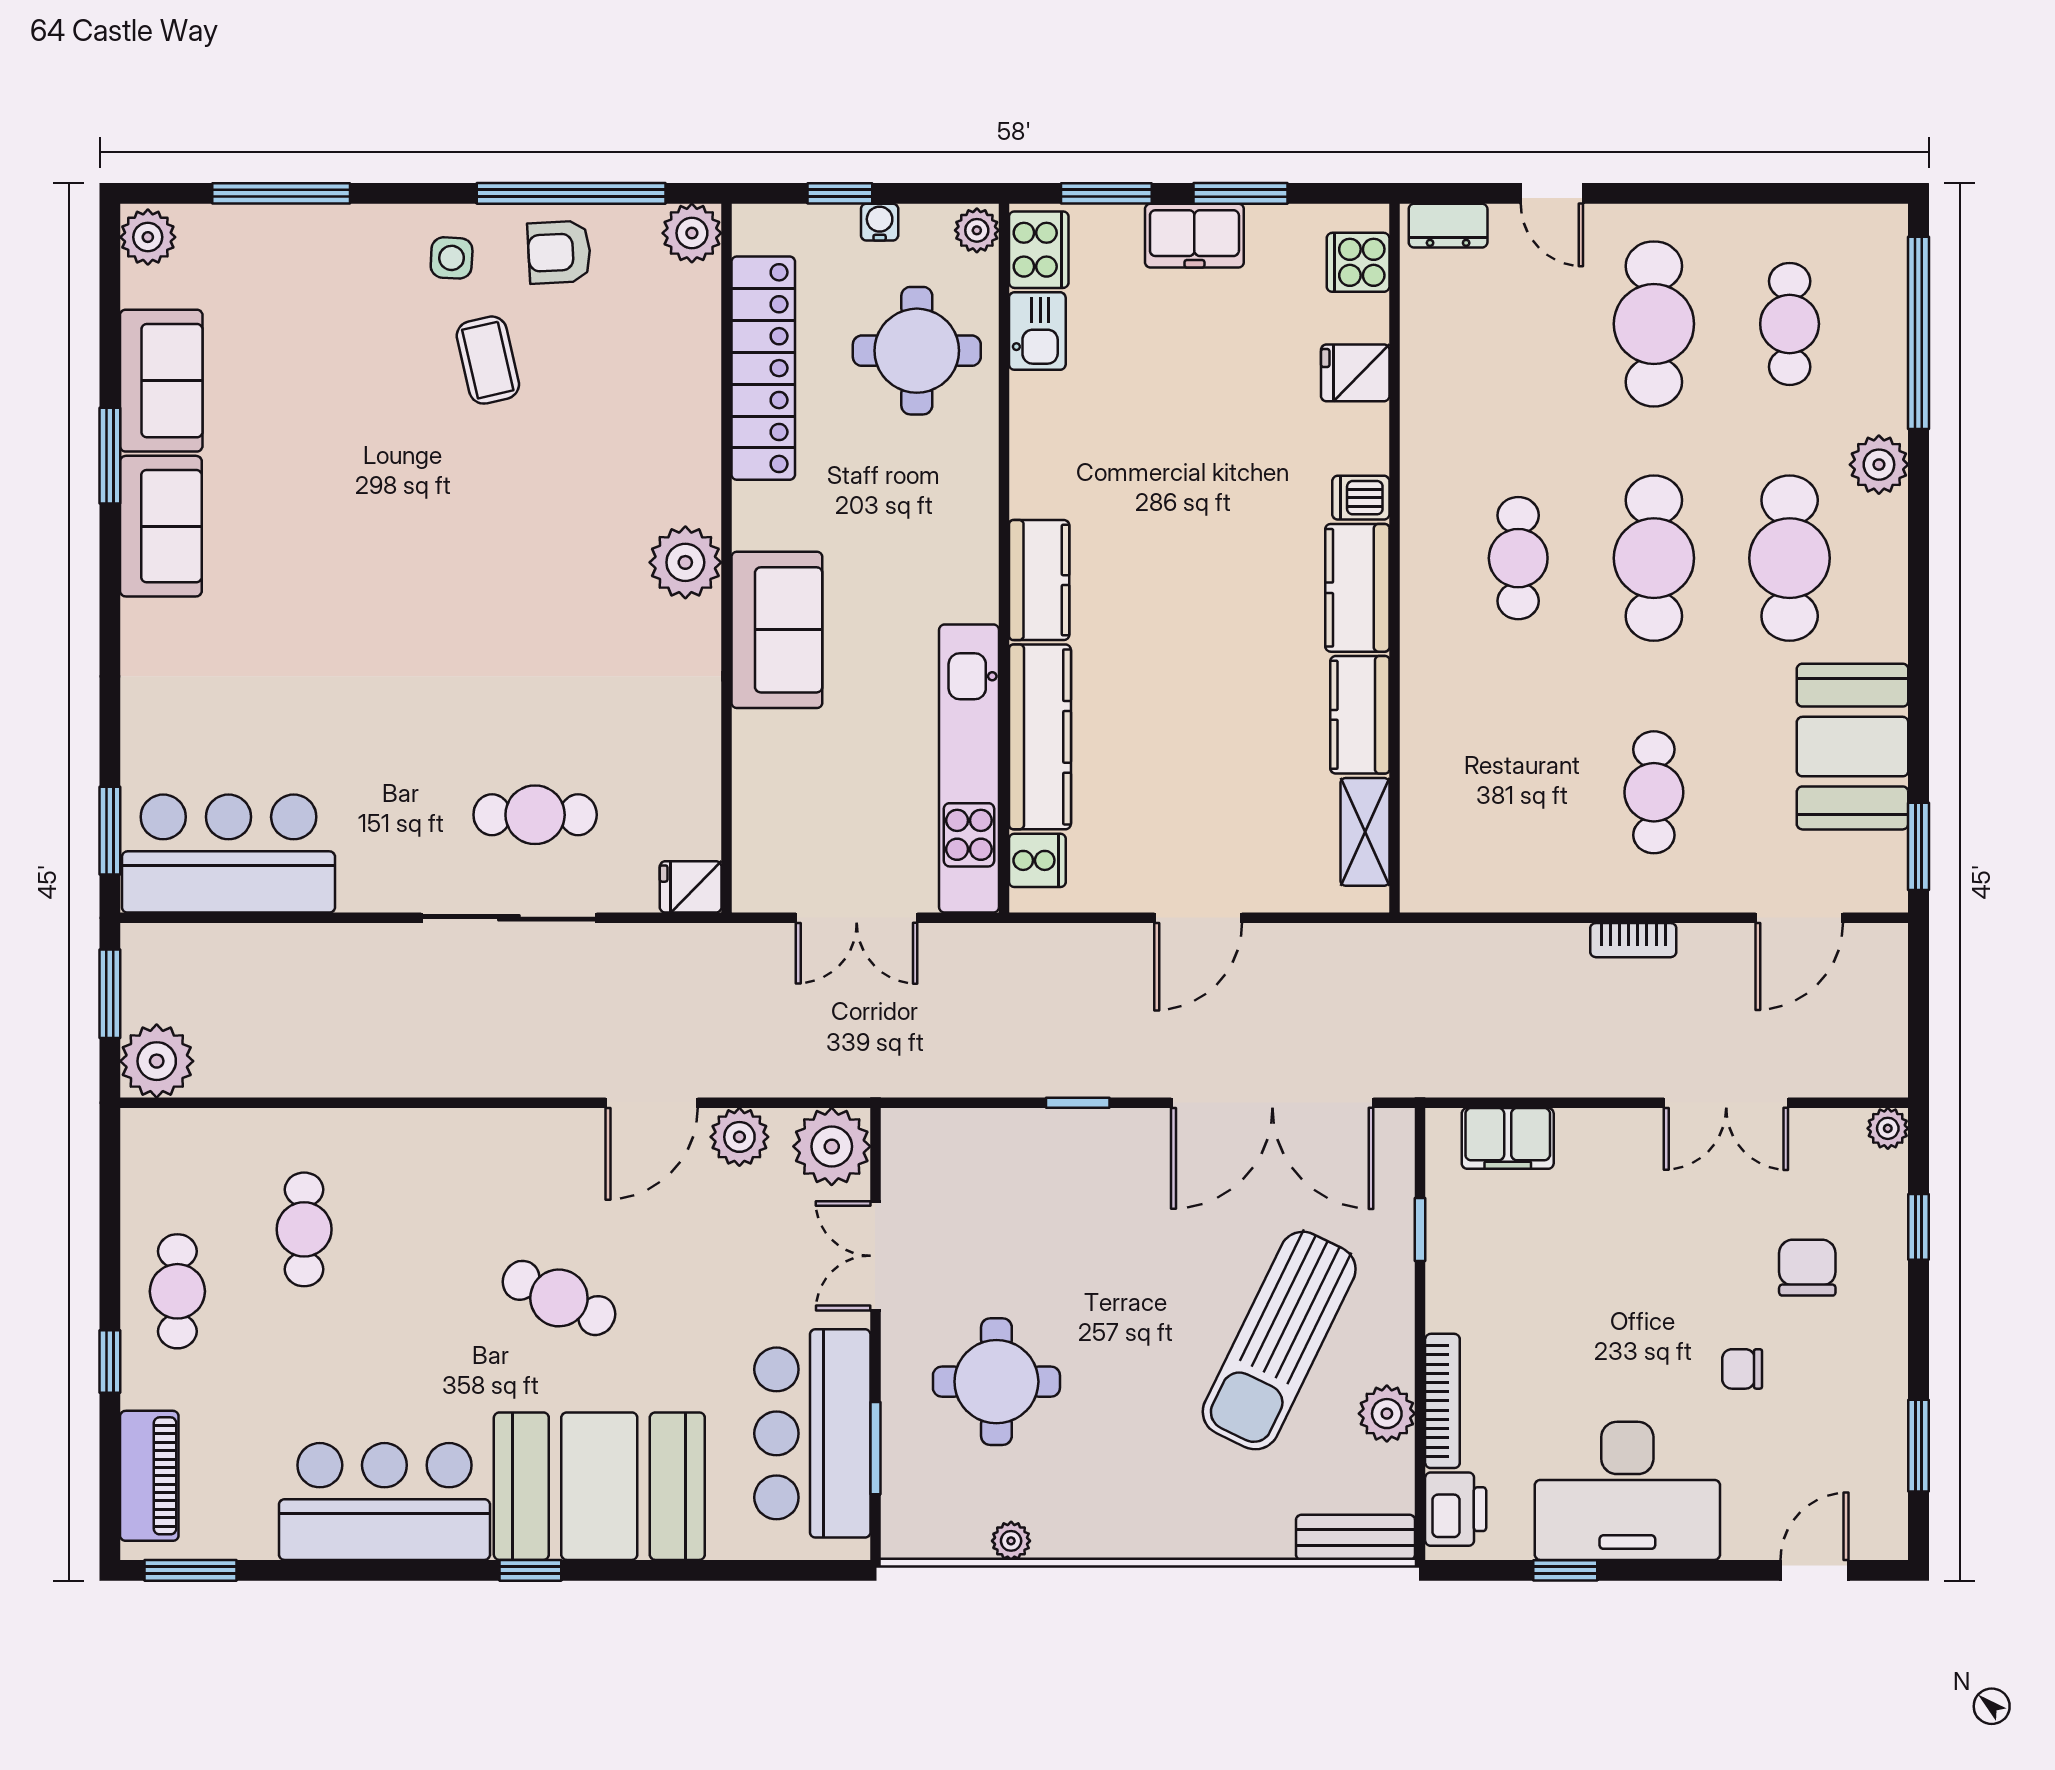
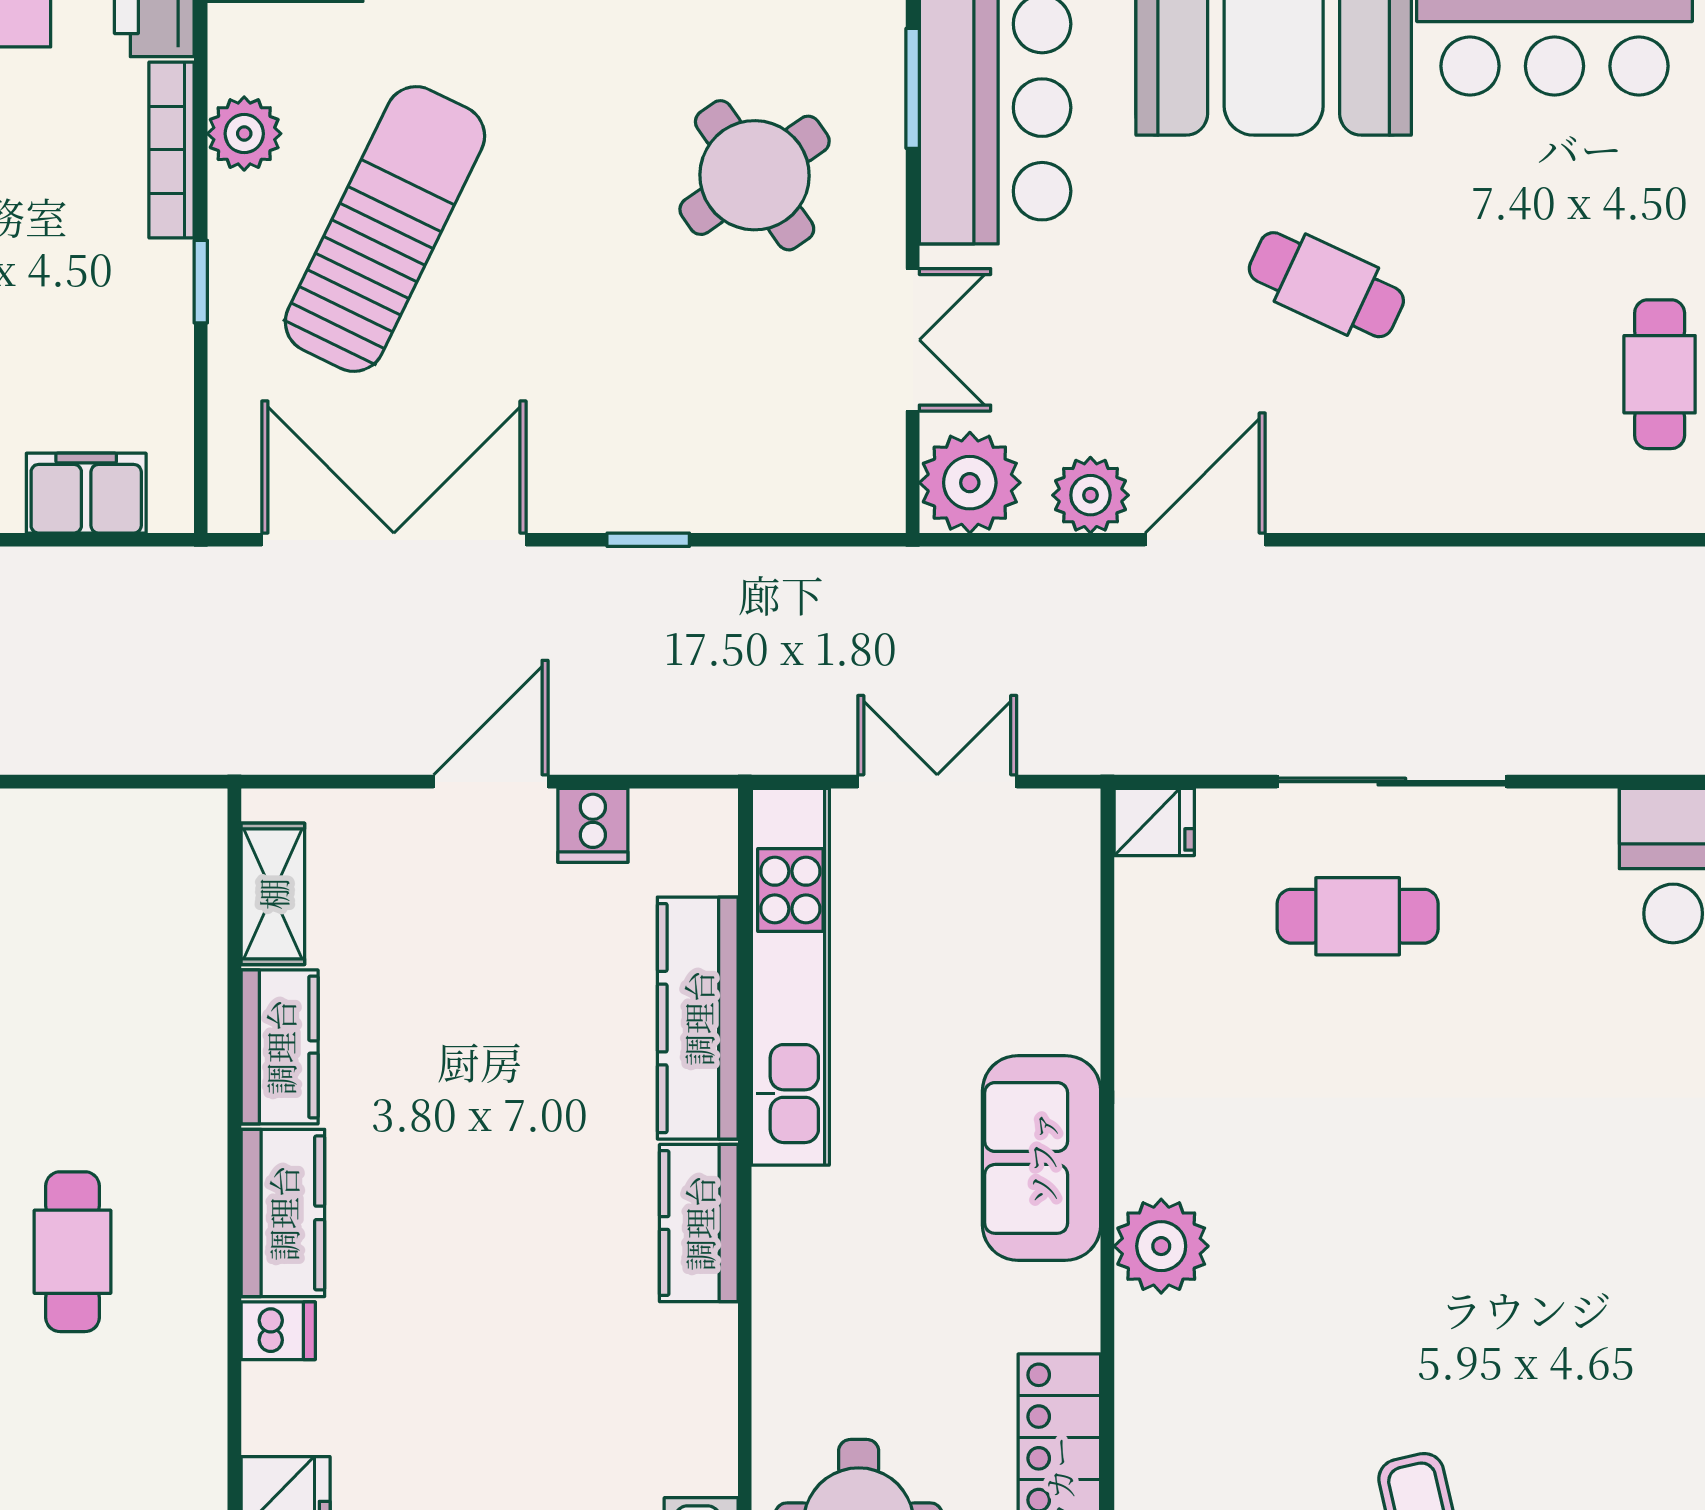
cooker: (1037, 860) -> (593, 825), moved, turned -90
window: (1420, 1229) -> (201, 282), moved
round table: (996, 1382) -> (755, 175), turned -35

